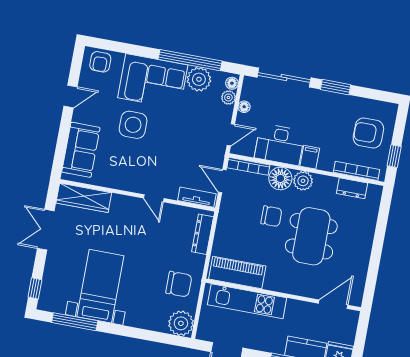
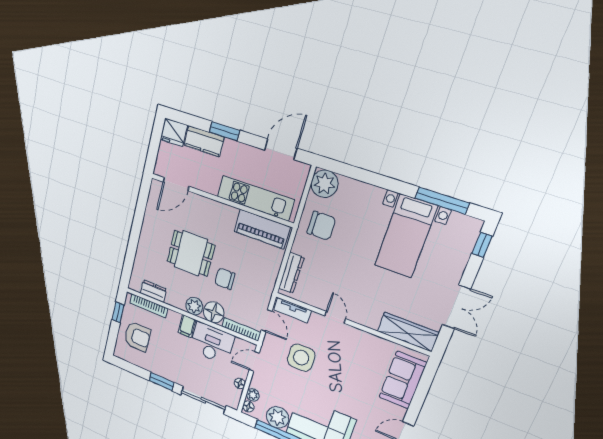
side table: (133, 125) -> (301, 358), moved
dining table: (311, 236) -> (191, 253), width x0.73
chair: (179, 284) -> (321, 226), turned 180

